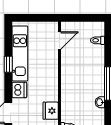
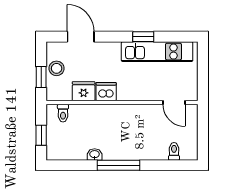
dishwasher: (19, 90) -> (106, 92), moved, turned 180

